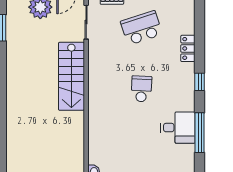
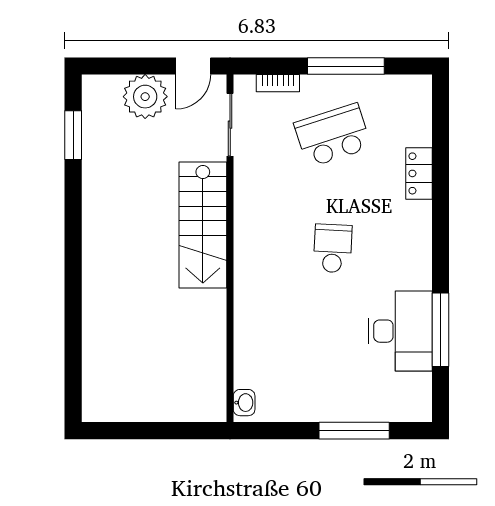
window: (200, 82) -> (440, 235), removed
desk: (178, 128) -> (400, 331), width x1.37

